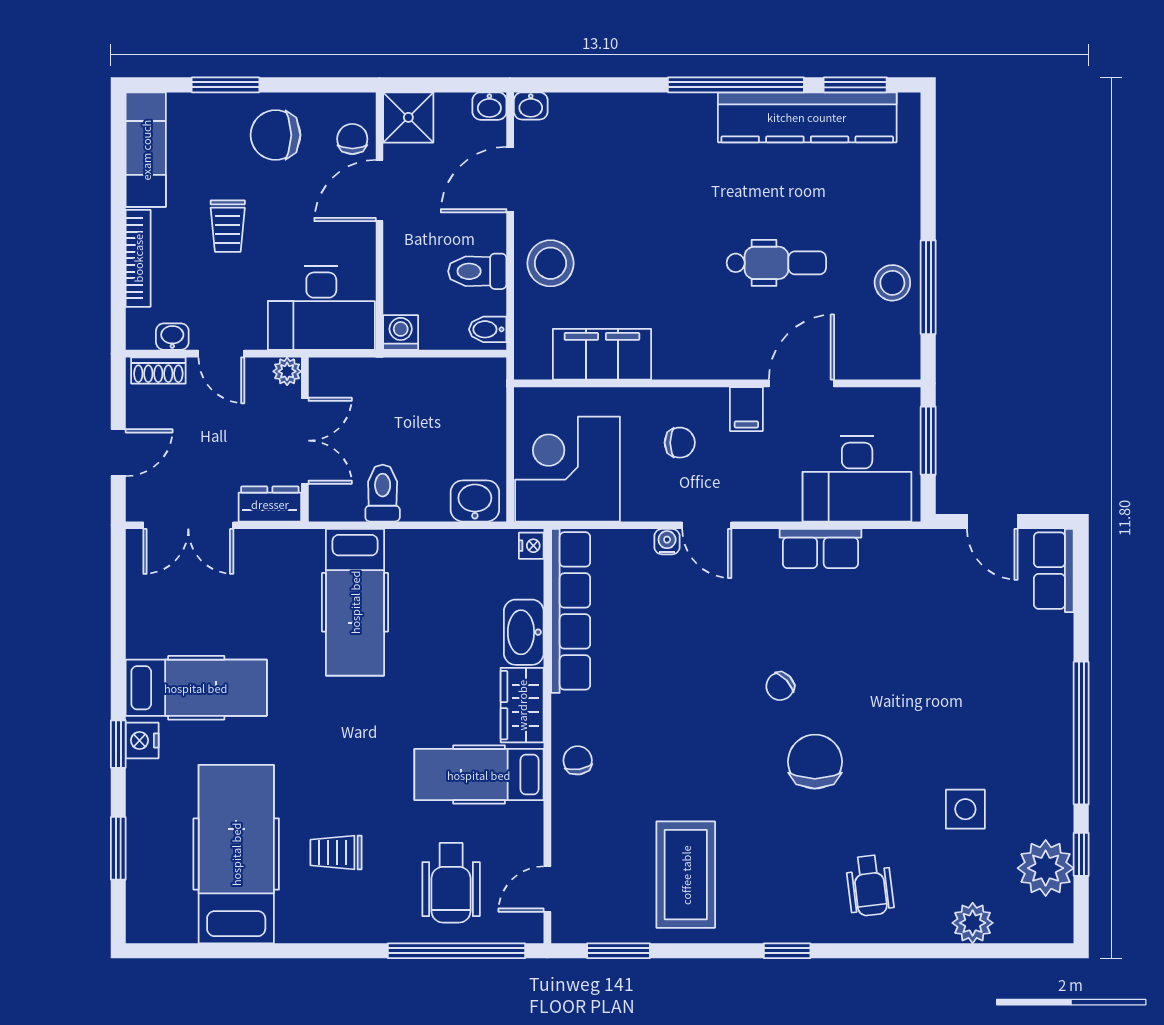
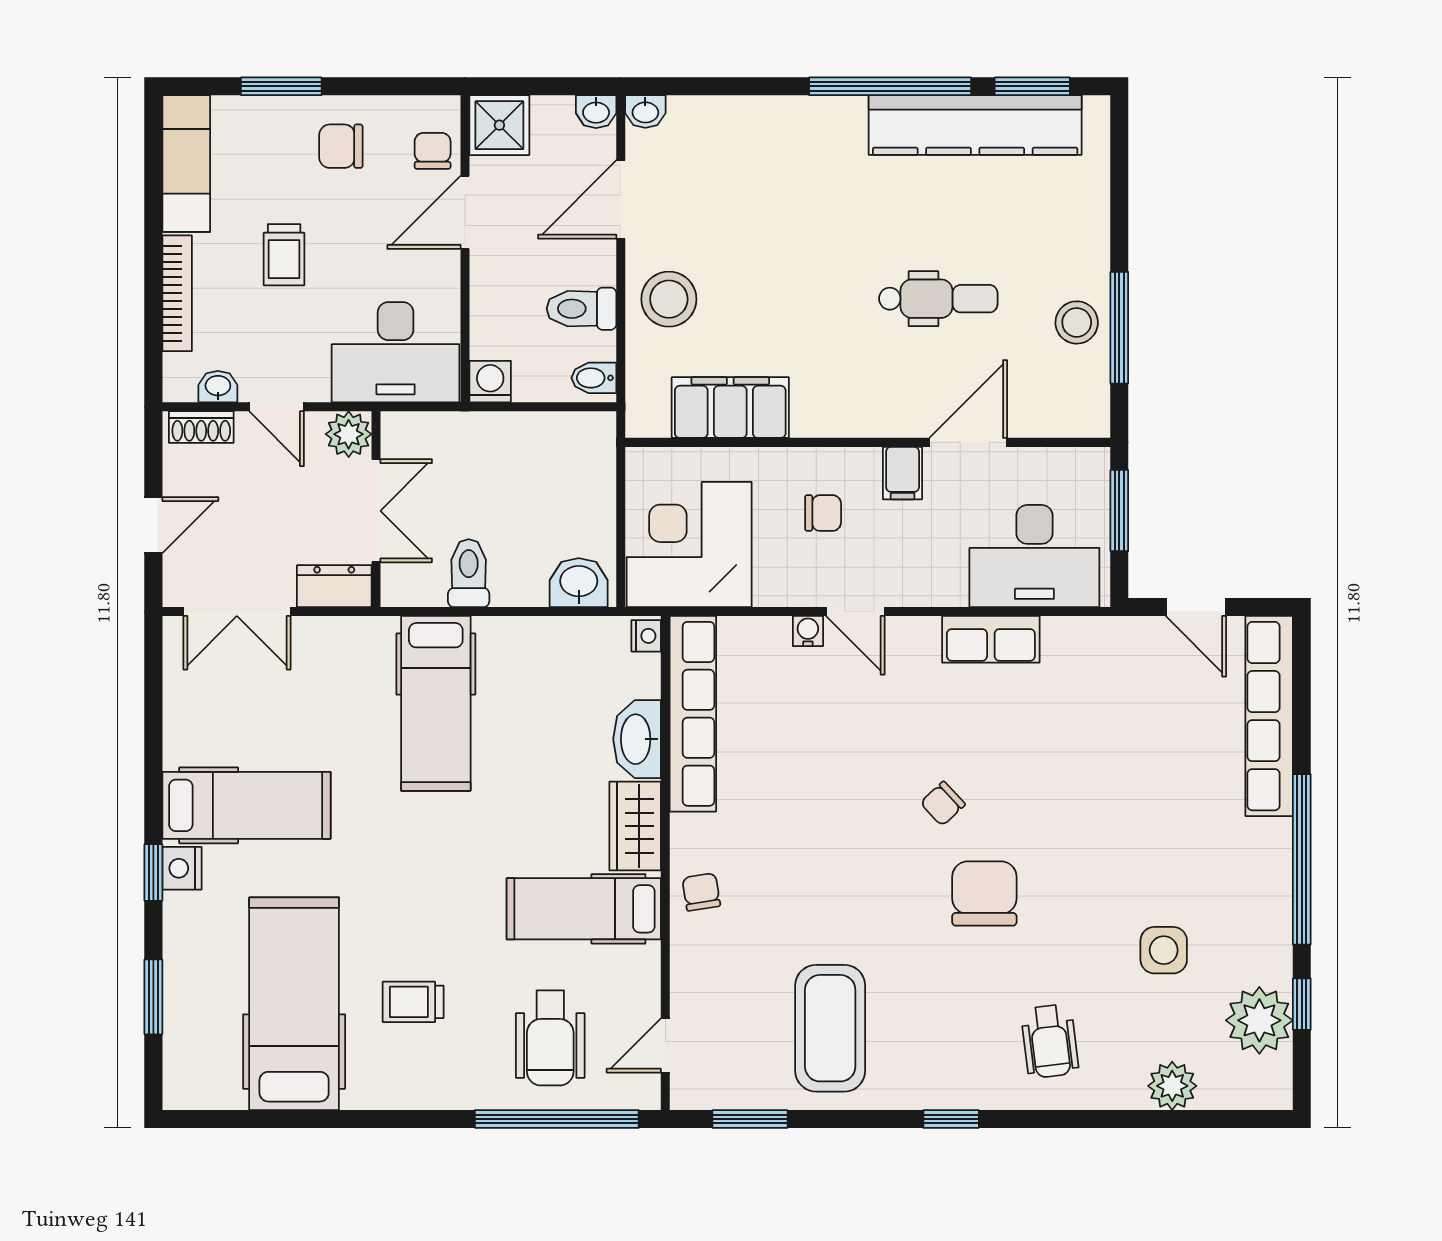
chair: (276, 135) -> (341, 146), width x0.73, depth x0.73
plant: (287, 371) -> (349, 434), width x1.38, depth x1.38
row of seats: (1054, 571) -> (1269, 716), width x2.02

